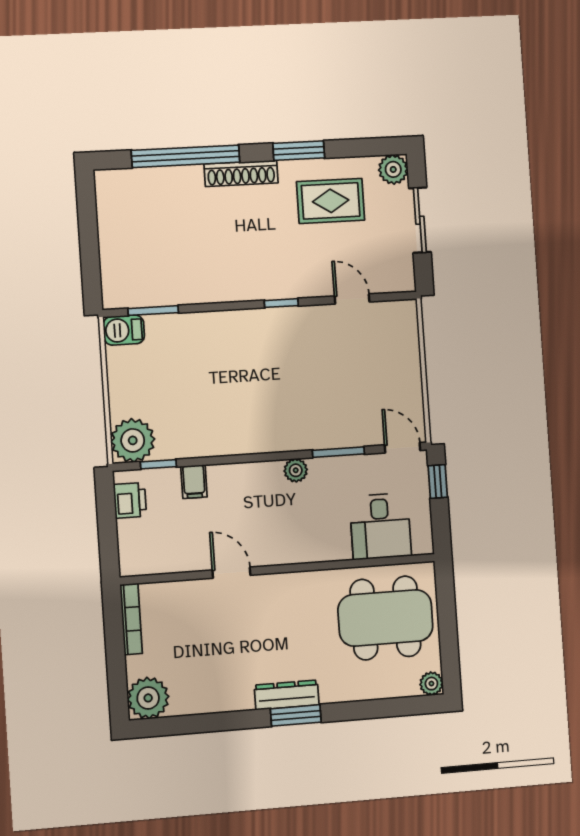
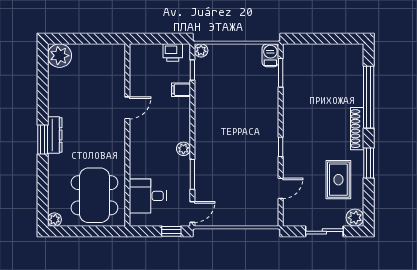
plant: (133, 440) -> (201, 50), width x0.53, depth x0.53
bookcase: (131, 619) -> (105, 49), removed

